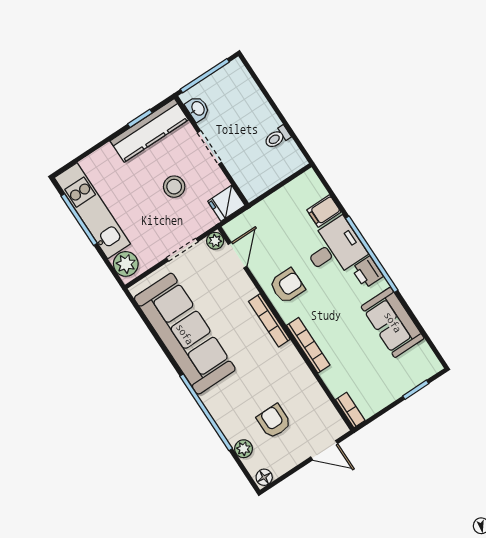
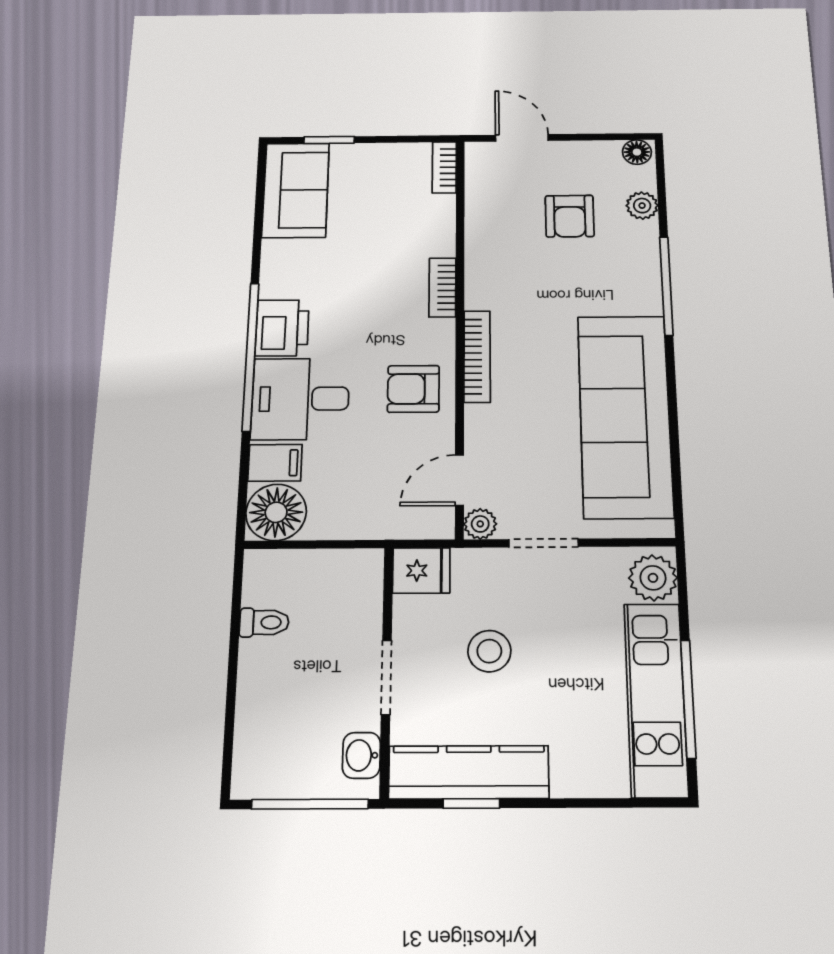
floor lamp: (307, 189) -> (276, 512), added
printer: (367, 272) -> (282, 328), width x1.36, depth x1.24
sofa: (393, 322) -> (296, 190), moved
bookcase: (308, 345) -> (442, 287), width x0.64
window: (206, 412) -> (666, 286), width x0.68

